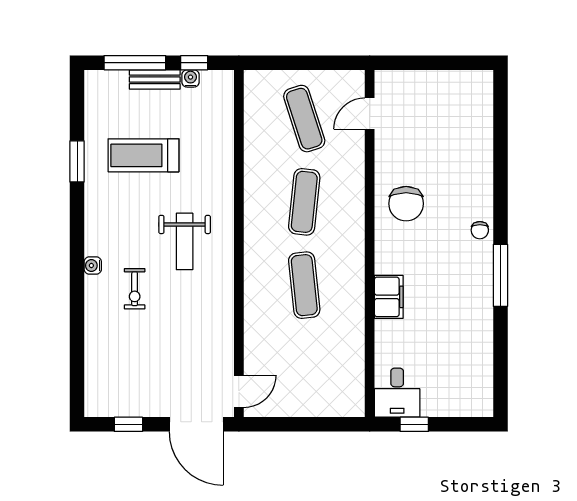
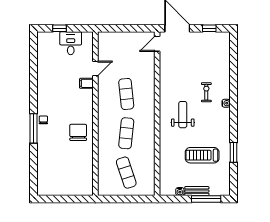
window: (194, 63) -> (178, 199), removed
door: (370, 114) -> (95, 69), moved
treadmill: (144, 155) -> (202, 155), turned 180
window: (500, 275) -> (34, 128), moved
filing cabinet: (389, 297) -> (86, 83), width x0.50
desk: (397, 393) -> (71, 43), moved
window: (414, 424) -> (59, 28), moved

